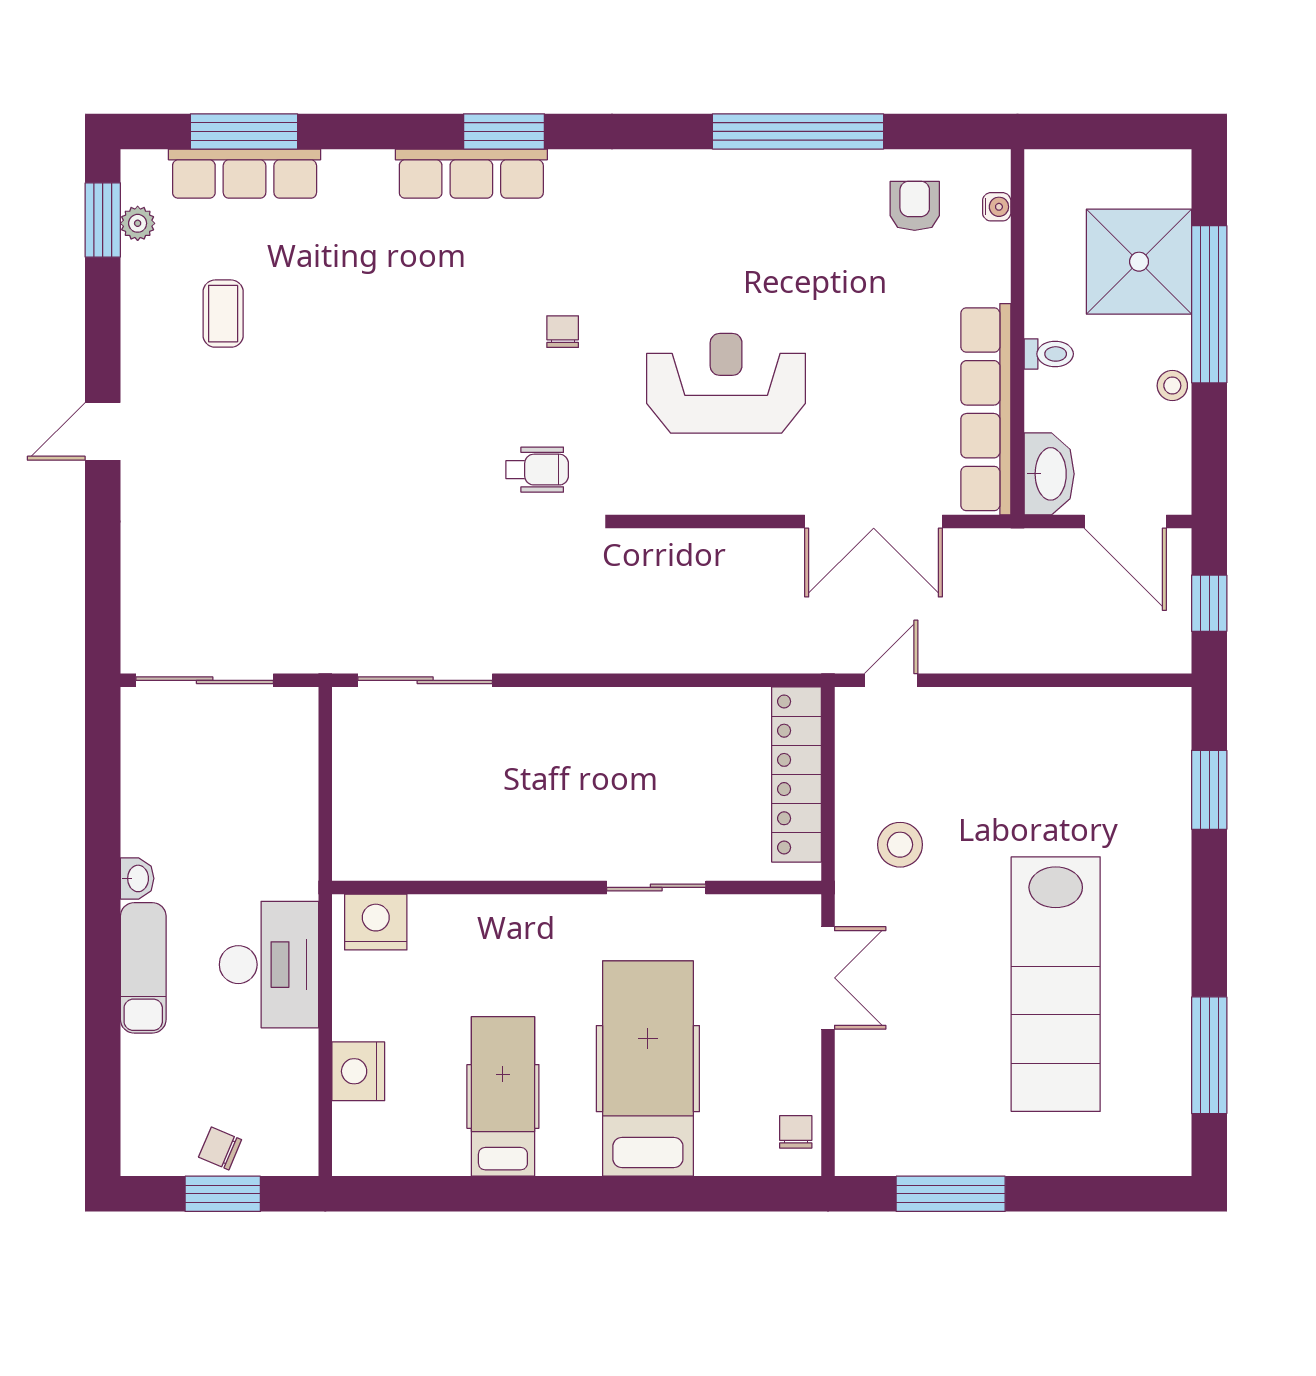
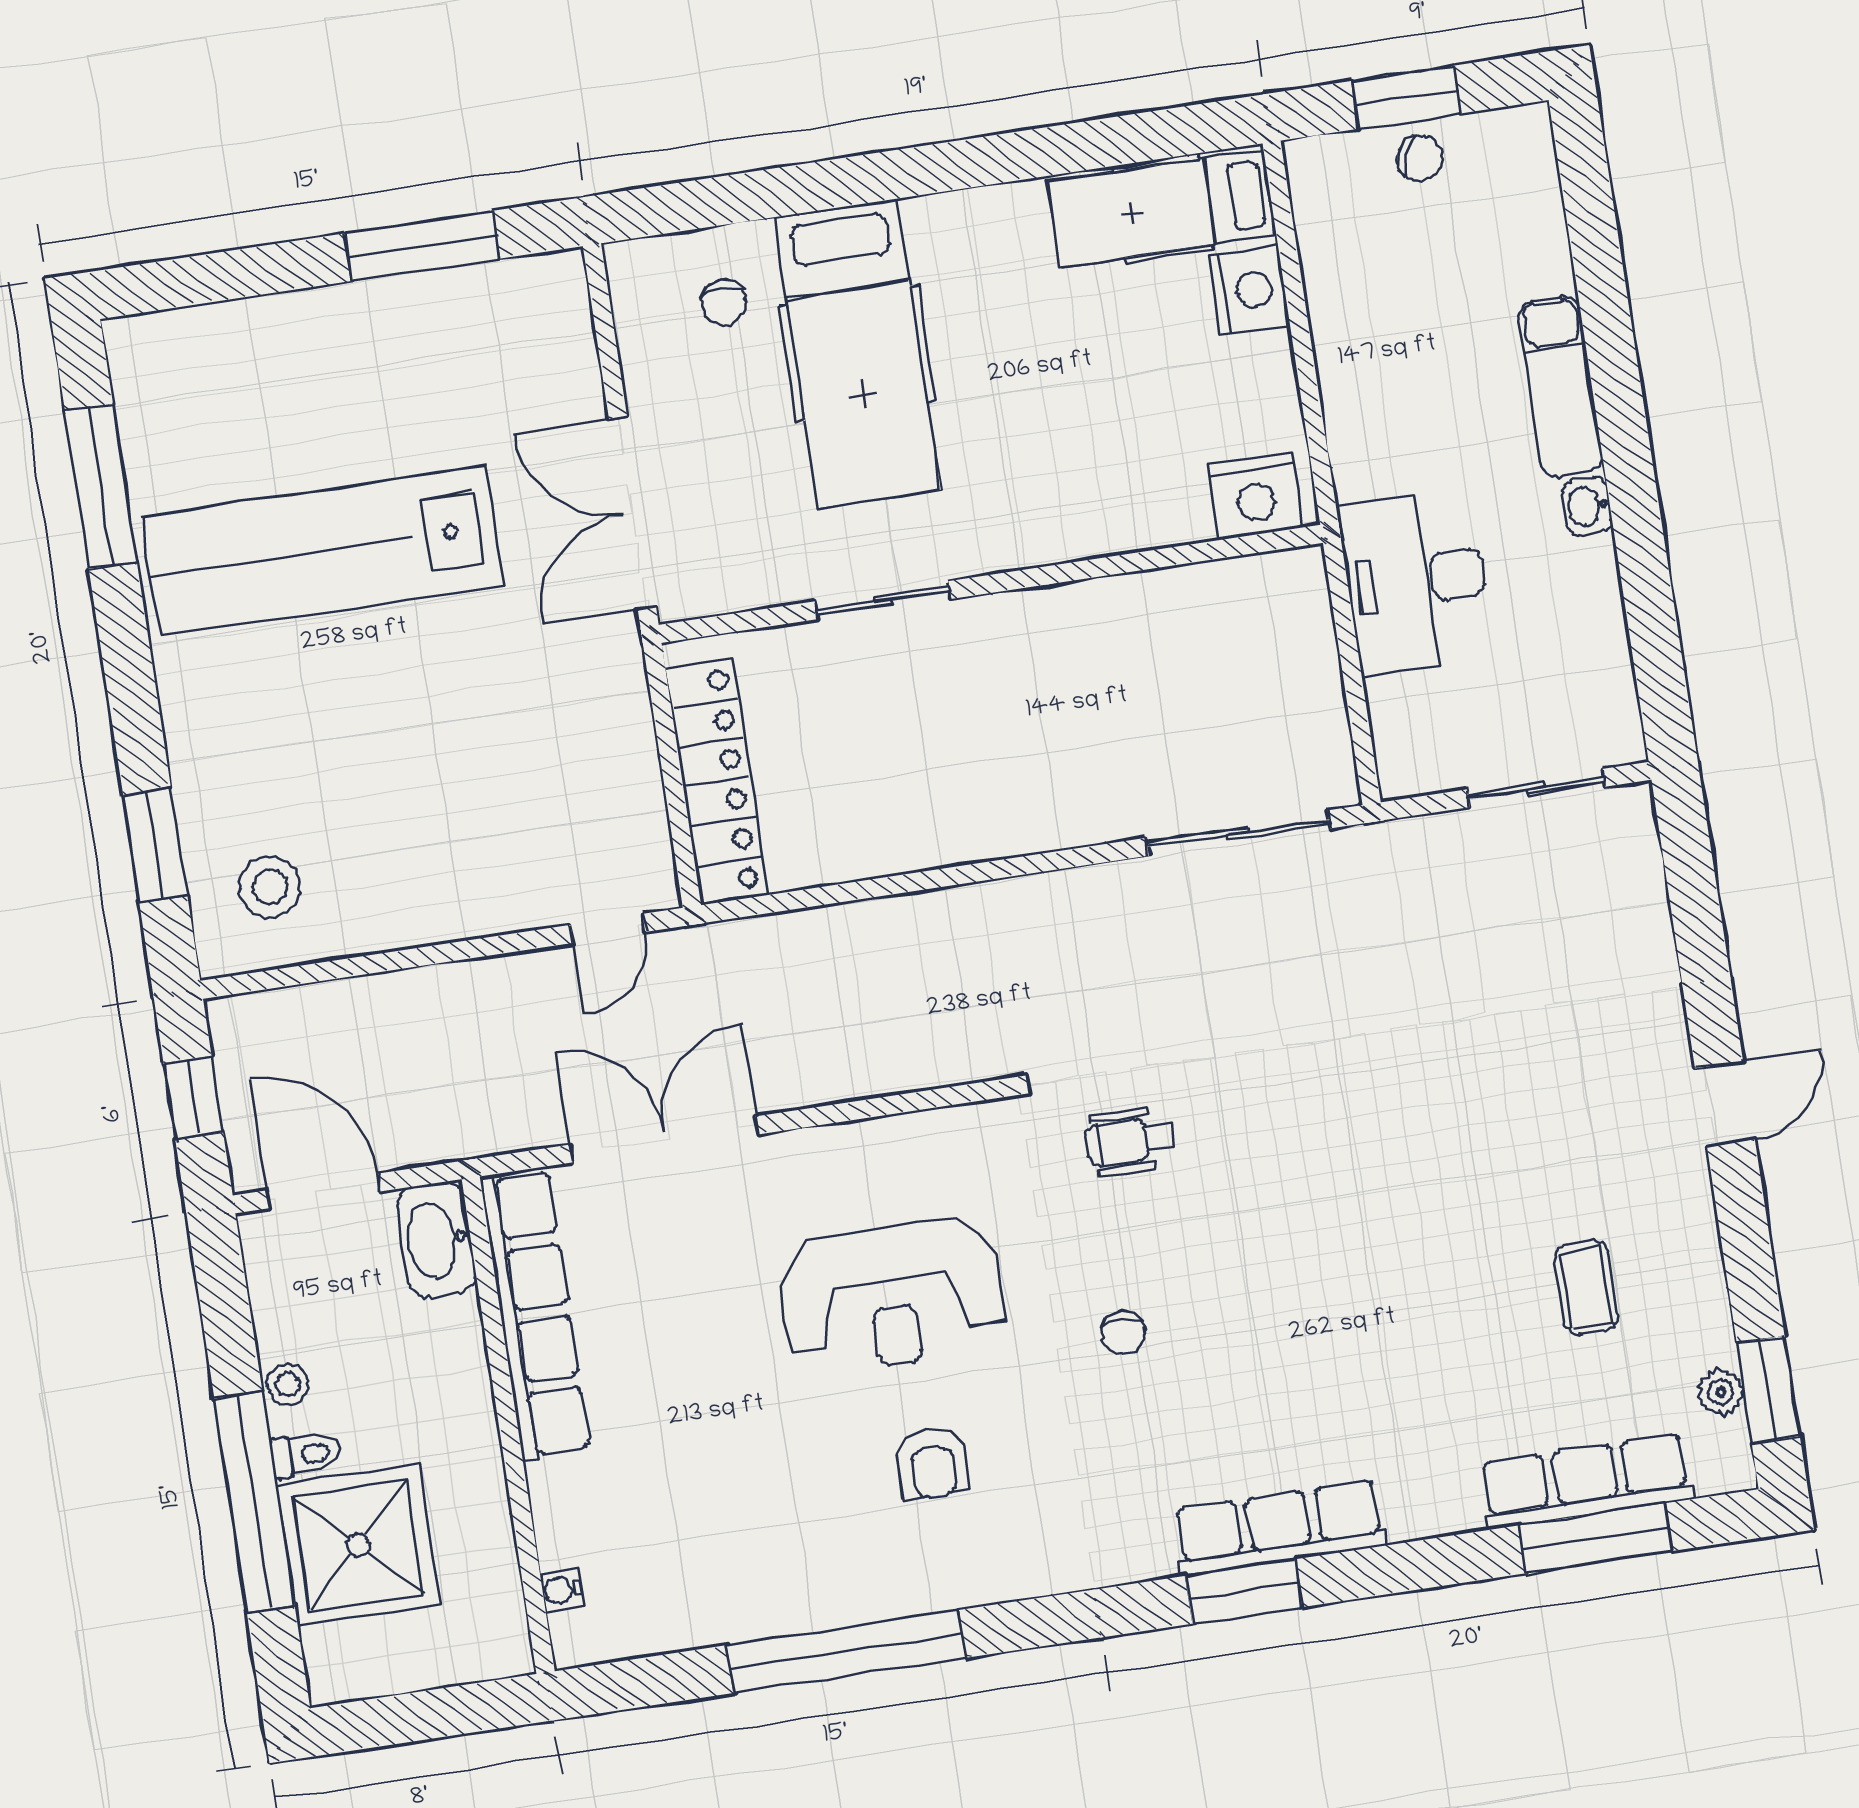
armchair: (915, 206) -> (933, 1463), moved
toilet: (1049, 354) -> (306, 1455), moved, turned 180
sliding door: (205, 680) -> (1536, 788), width x0.73
stool: (900, 845) -> (270, 887), moved
desk: (269, 965) -> (1416, 581), moved
double door: (828, 978) -> (632, 513), width x1.37
lab bench: (1056, 984) -> (323, 551), turned -90
hospital bed: (503, 1096) -> (1162, 208), moved, turned 90
chair: (796, 1132) -> (724, 302), moved

